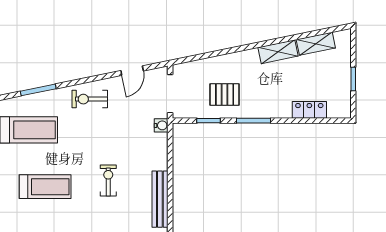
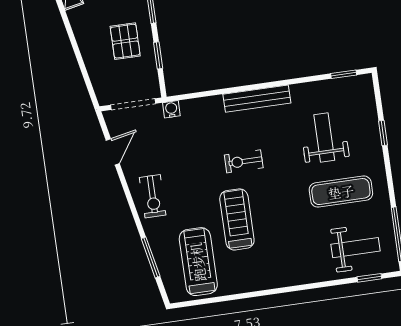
door: (132, 71) -> (113, 152), hinge flipped
treadmill: (45, 187) -> (237, 219), moved

